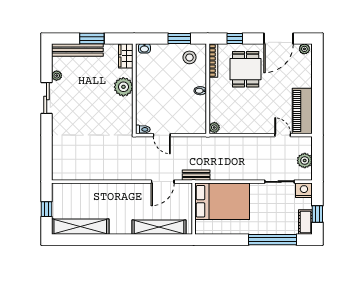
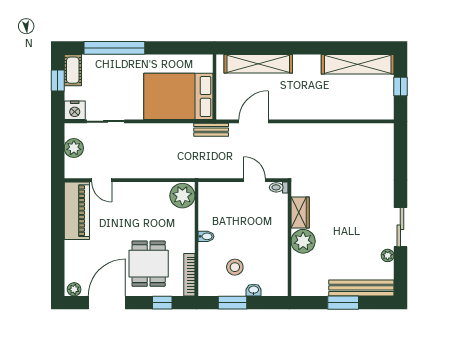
washbasin: (144, 48) -> (254, 290), moved
wardrobe: (126, 56) -> (300, 212), moved
stool: (189, 57) -> (235, 267), moved
plant: (214, 127) -> (182, 196), width x1.87, depth x1.87

